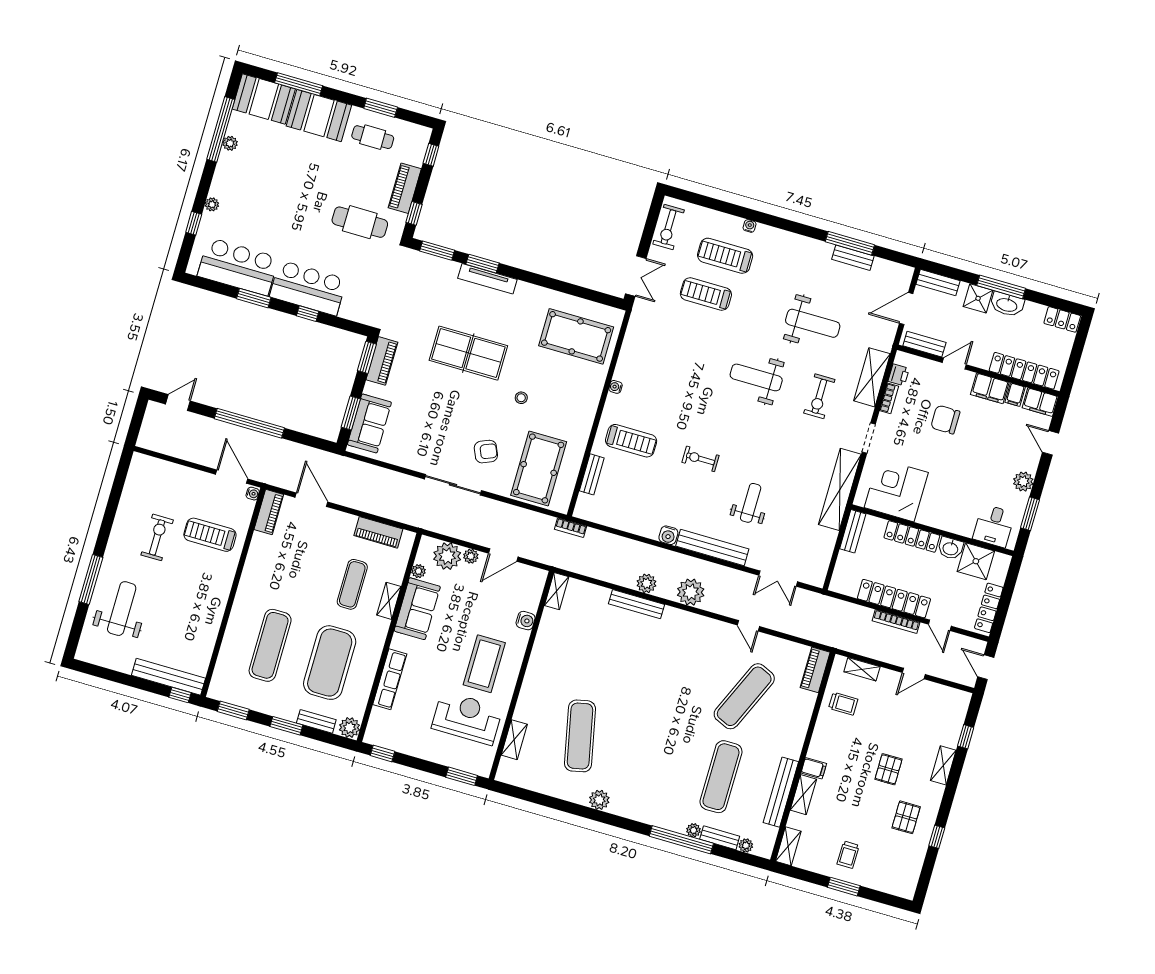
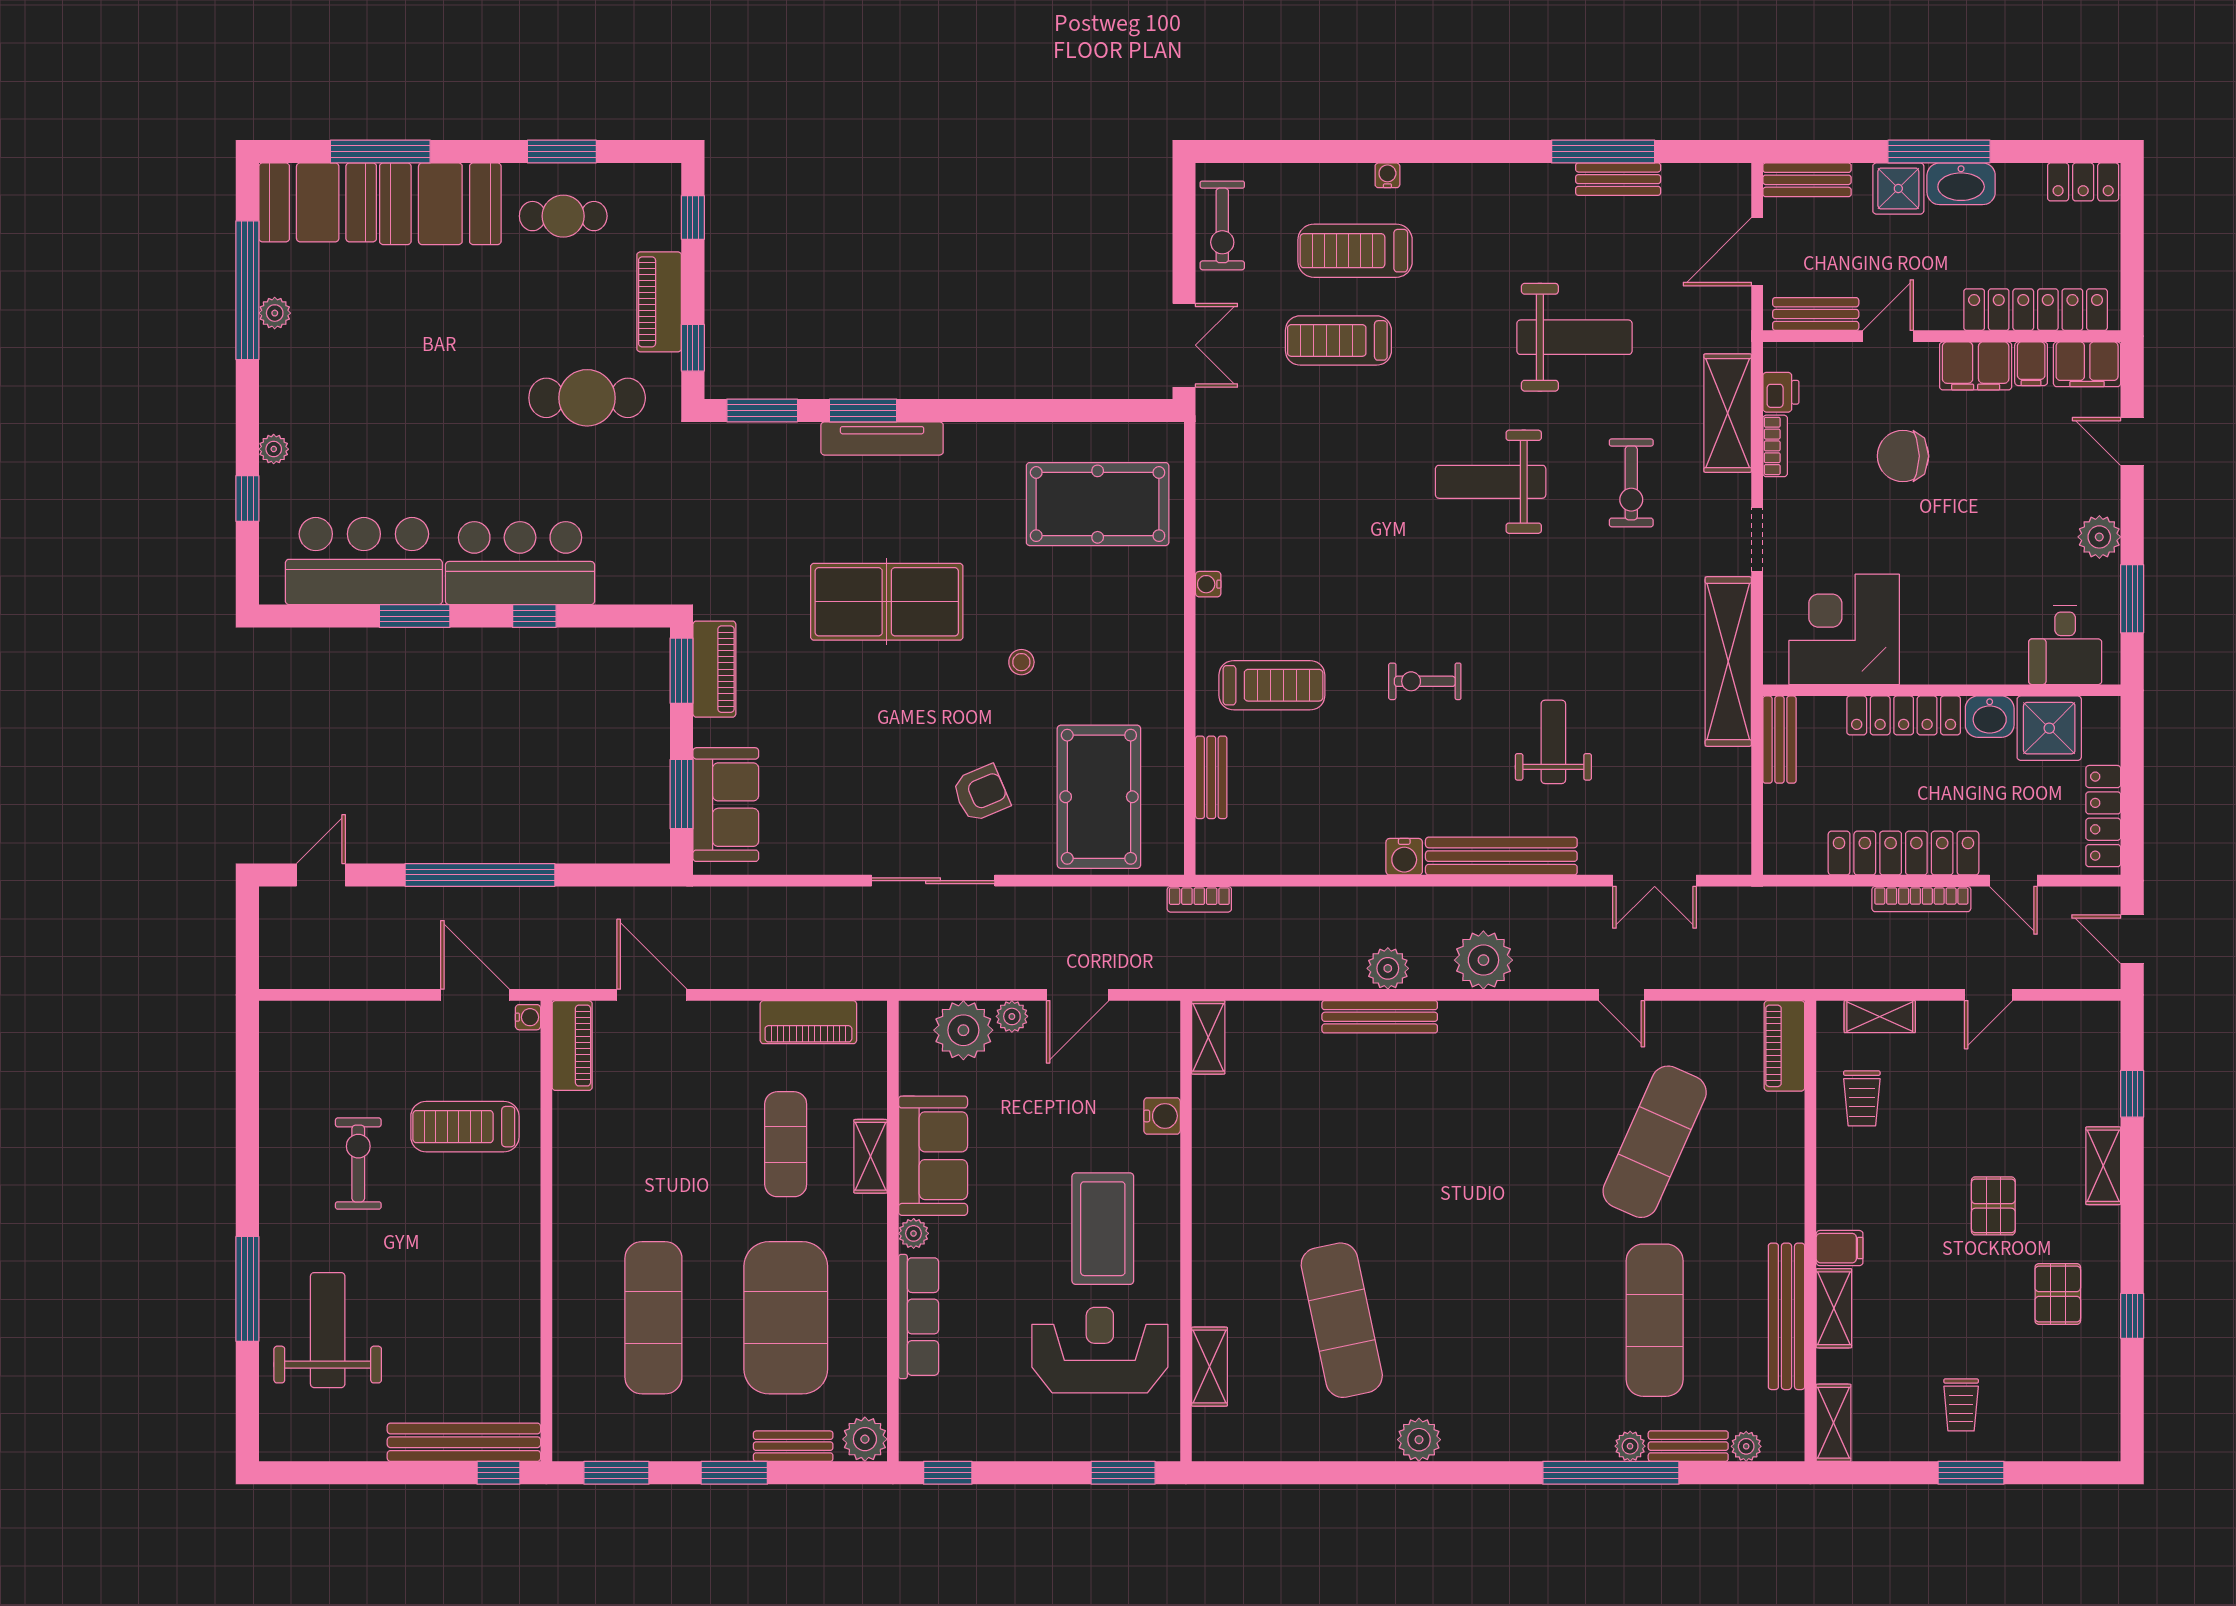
plant: (418, 571) -> (914, 1233), moved
trolley: (843, 704) -> (1862, 1098), turned 90

